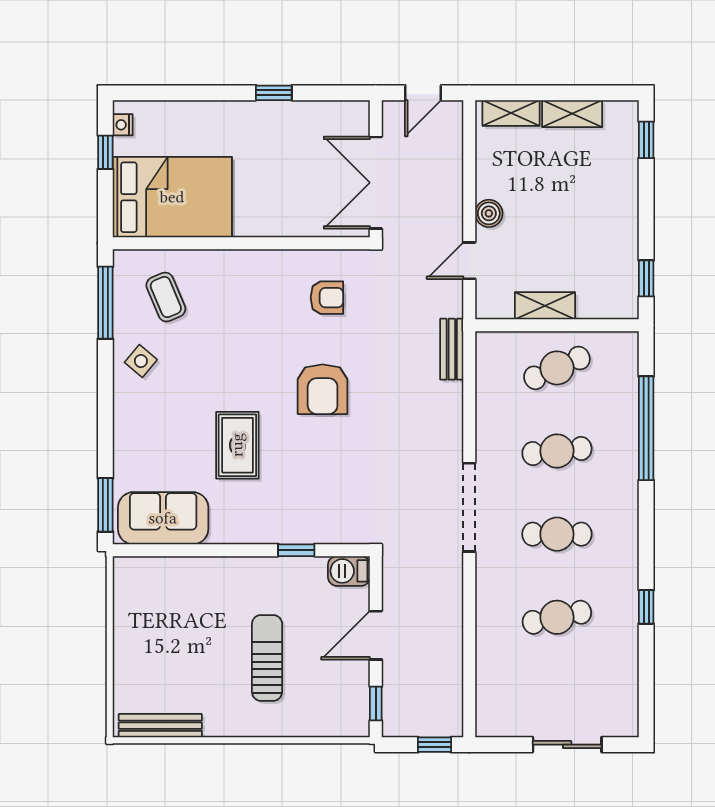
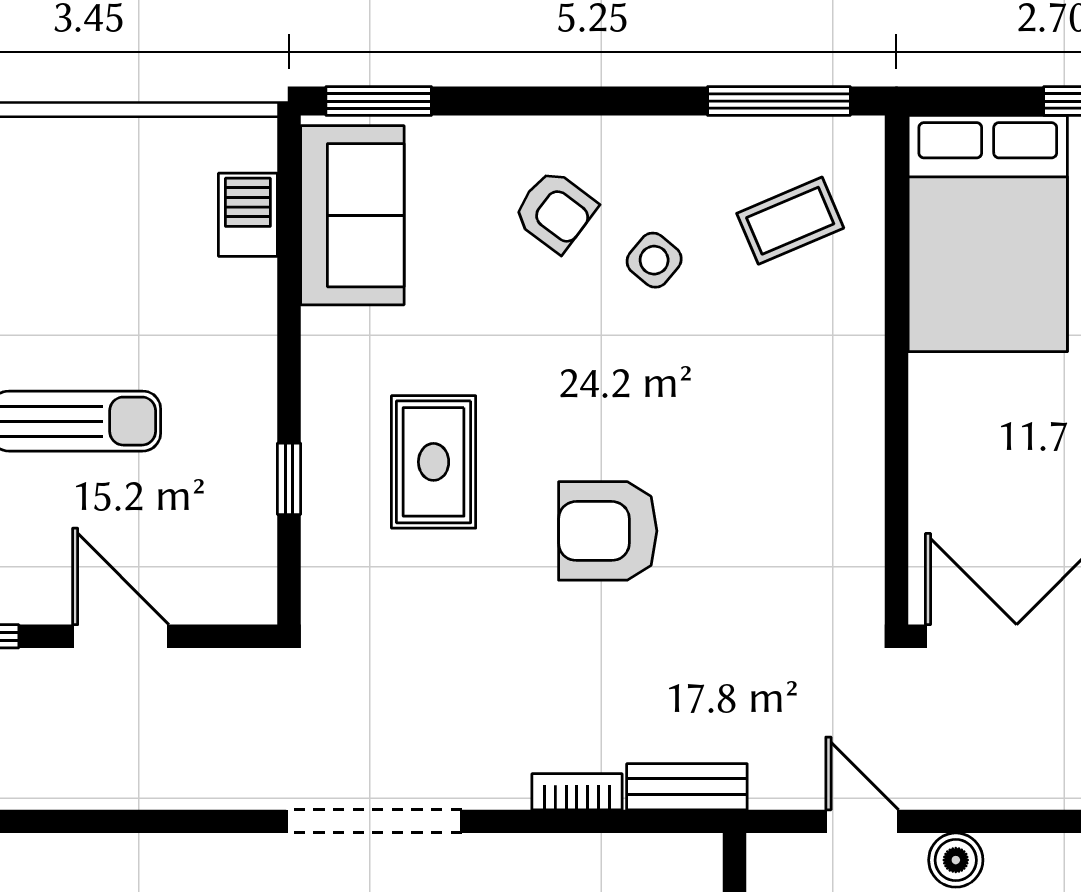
armchair: (327, 298) -> (555, 211), moved, turned -53
side table: (141, 361) -> (654, 260), moved
bookcase: (454, 405) -> (577, 792), added
rug: (237, 445) -> (434, 462), moved, turned 90
barbecue: (349, 571) -> (248, 215), moved

